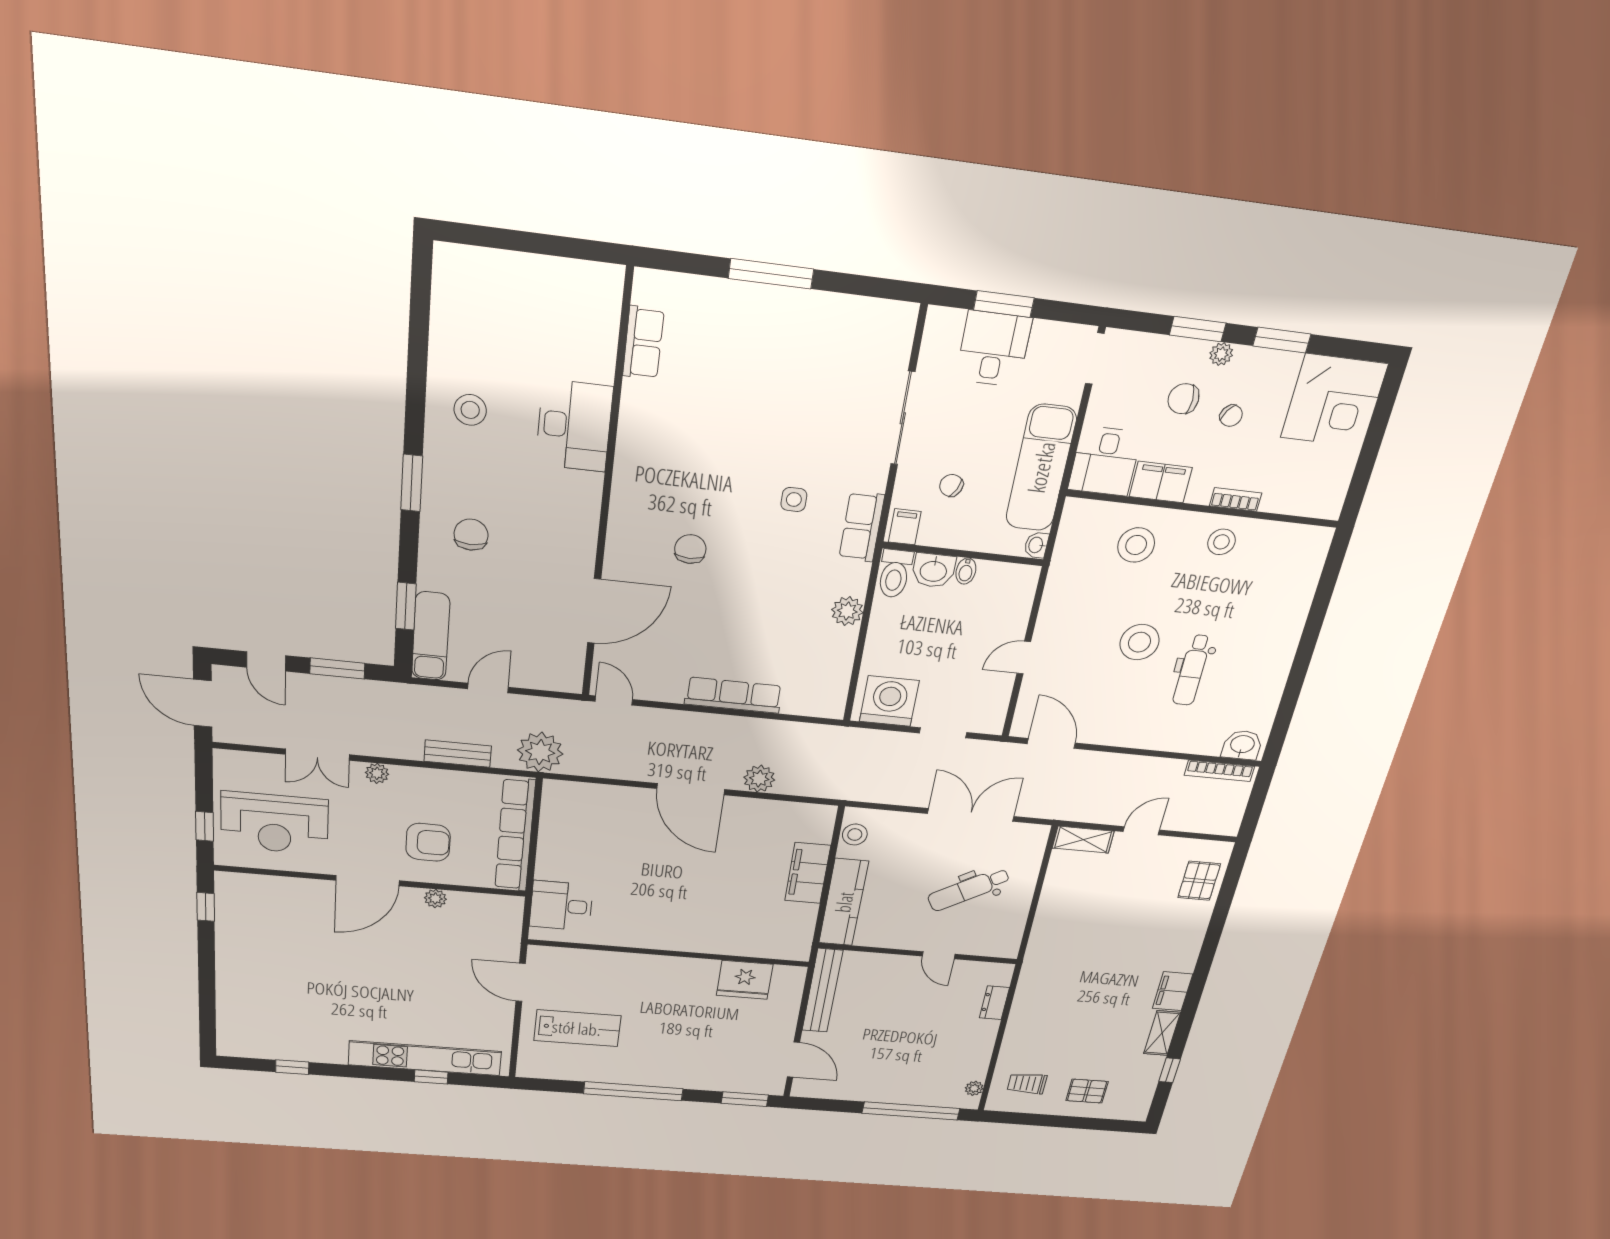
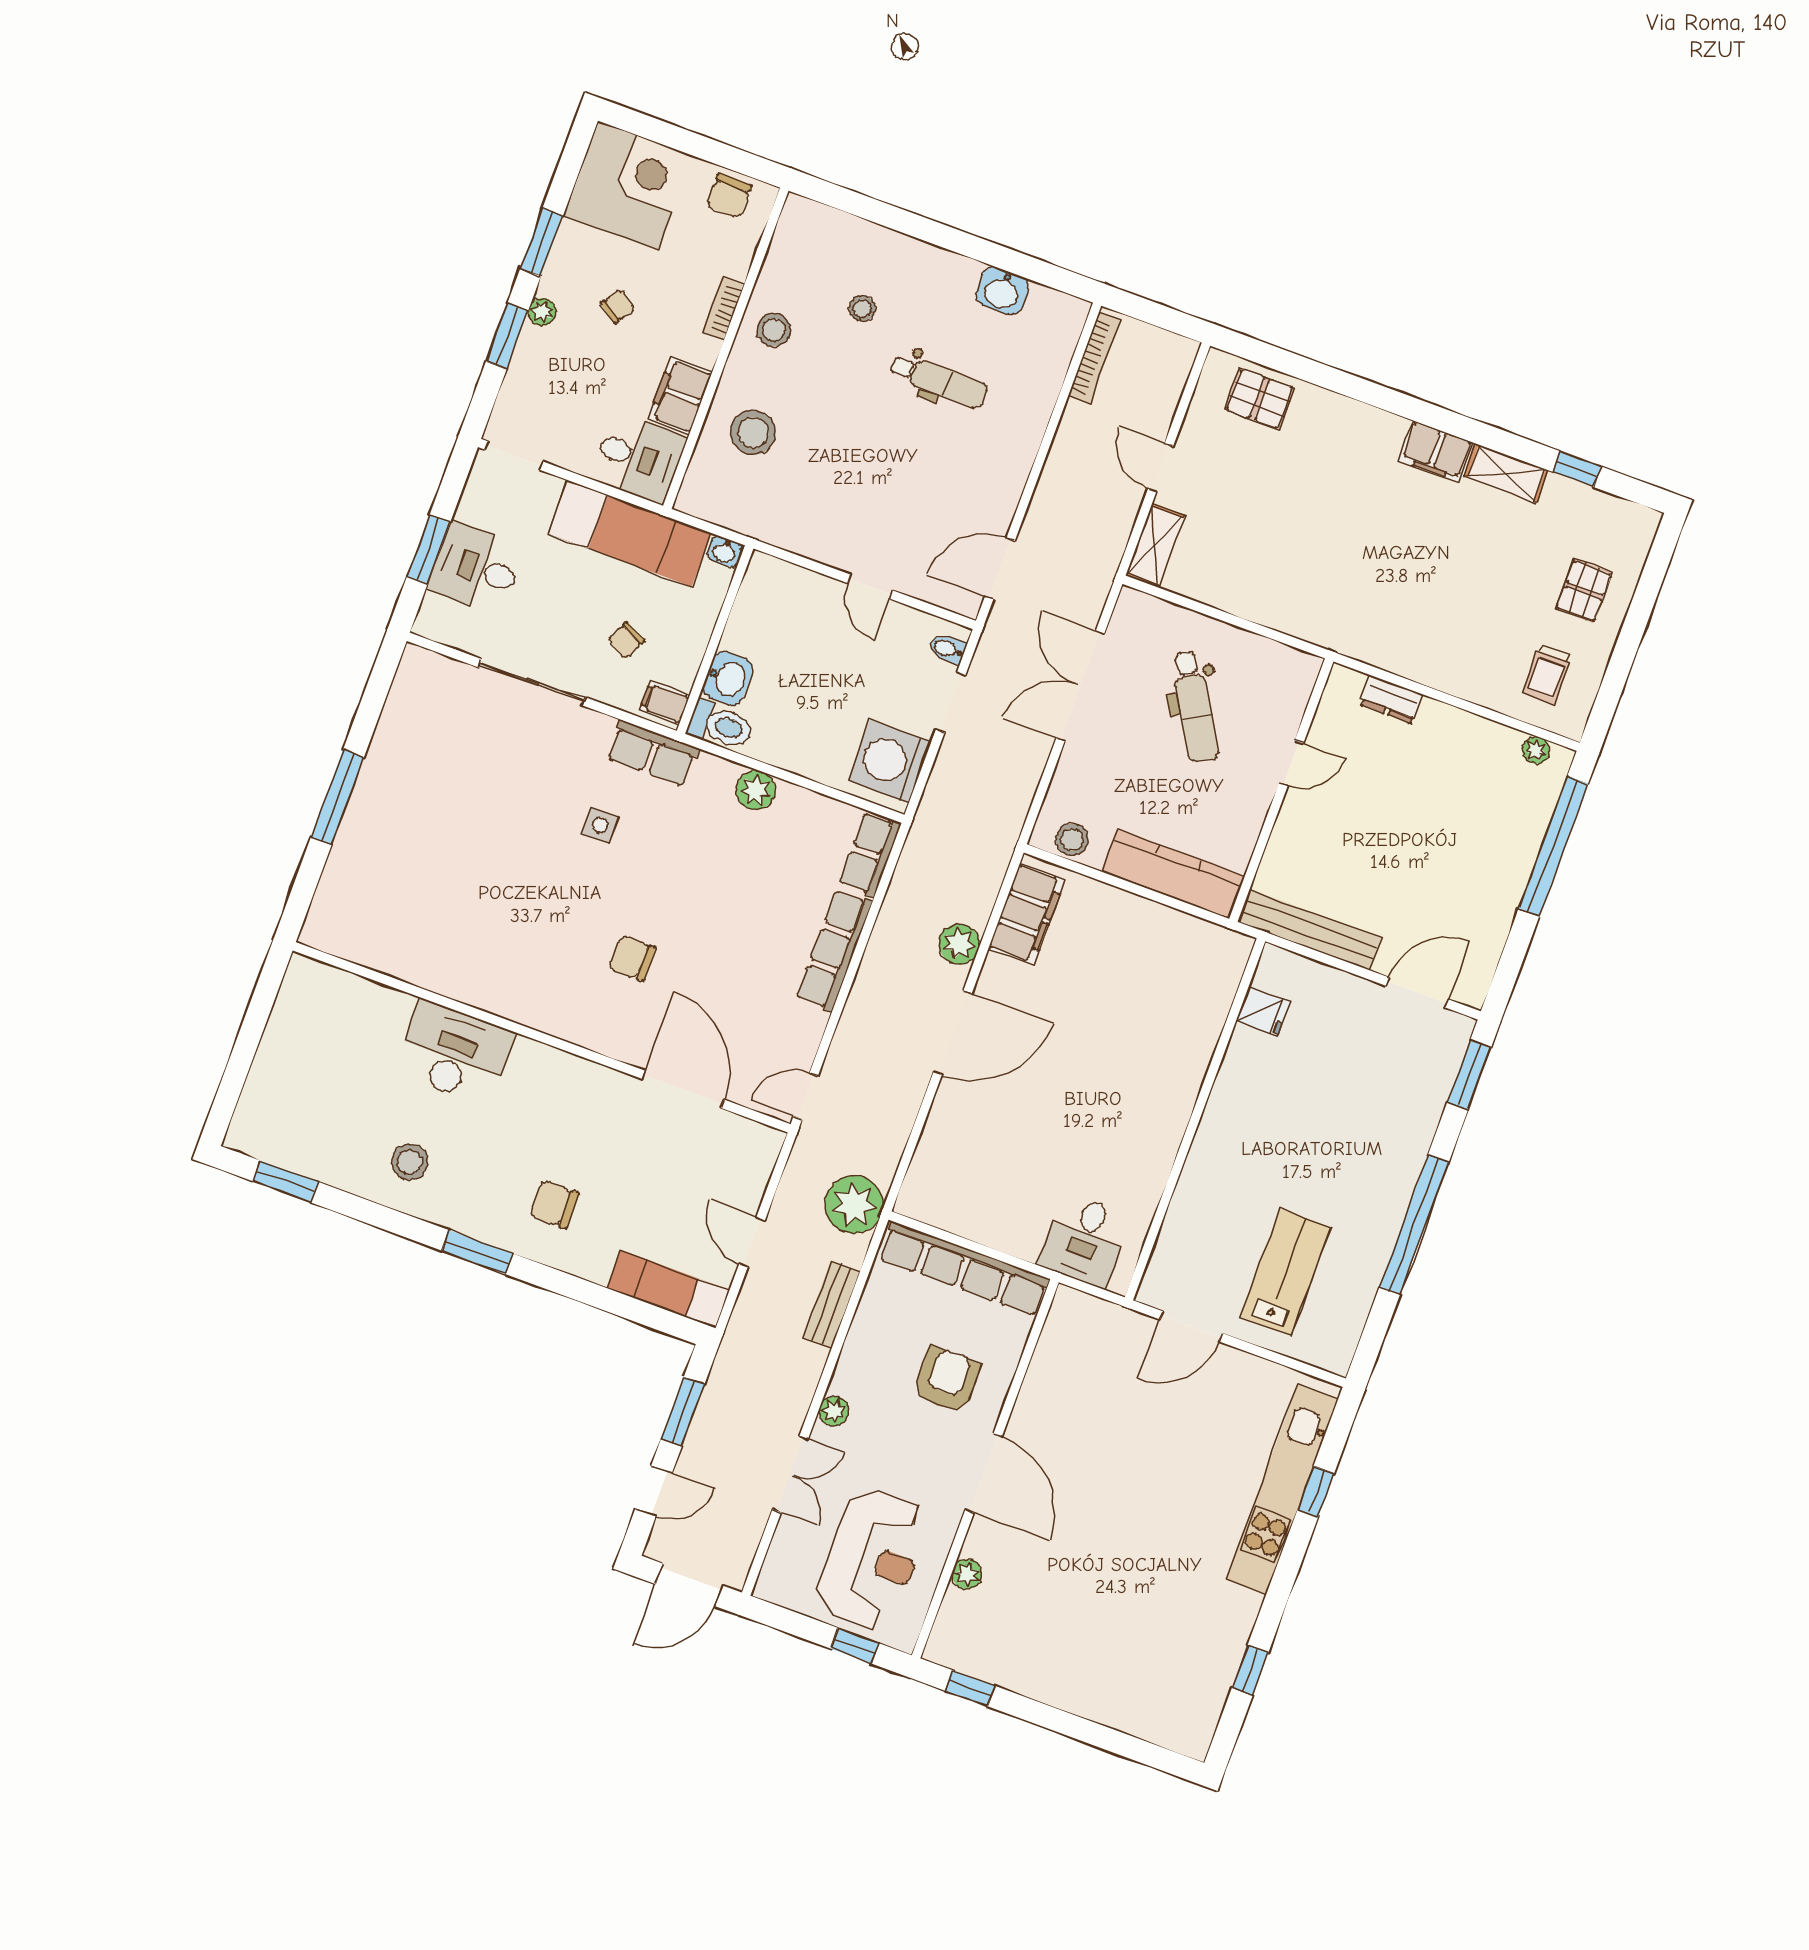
row of seats: (643, 343) -> (870, 854), moved, turned -90
chair: (1184, 399) -> (729, 196), moved
bidet: (966, 571) -> (947, 649), moved, turned 180
window: (406, 606) -> (286, 1182), moved
stool: (1140, 642) -> (862, 309), moved, width x0.53, depth x0.53
washbasin: (1242, 745) -> (1002, 291), moved, turned -90
filing cabinet: (808, 873) -> (1026, 914), moved, turned -90
plant: (435, 898) -> (967, 1574), moved
fridge: (745, 980) -> (1263, 1012), width x0.53, depth x0.75

